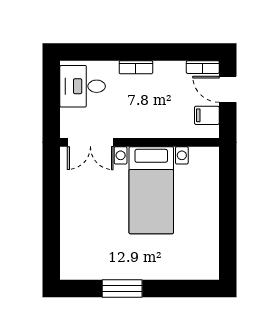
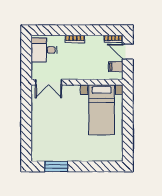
bed with nightstands: (151, 190) -> (102, 110), moved
window: (122, 289) -> (56, 166), moved

